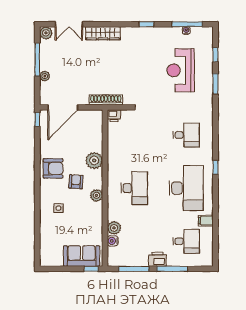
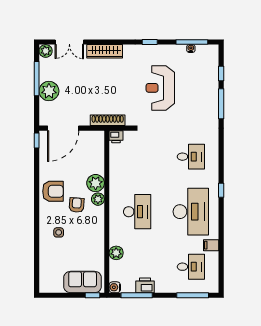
reception desk: (181, 70) -> (160, 88), moved
plant: (45, 76) -> (49, 91), width x1.88, depth x1.88
window: (215, 84) -> (221, 104), width x1.44
plant: (97, 195) -> (98, 199), moved
water cooler: (113, 241) -> (115, 287), moved
printer: (158, 259) -> (145, 285), moved
window: (172, 269) -> (193, 295), moved

